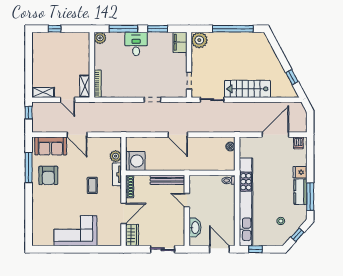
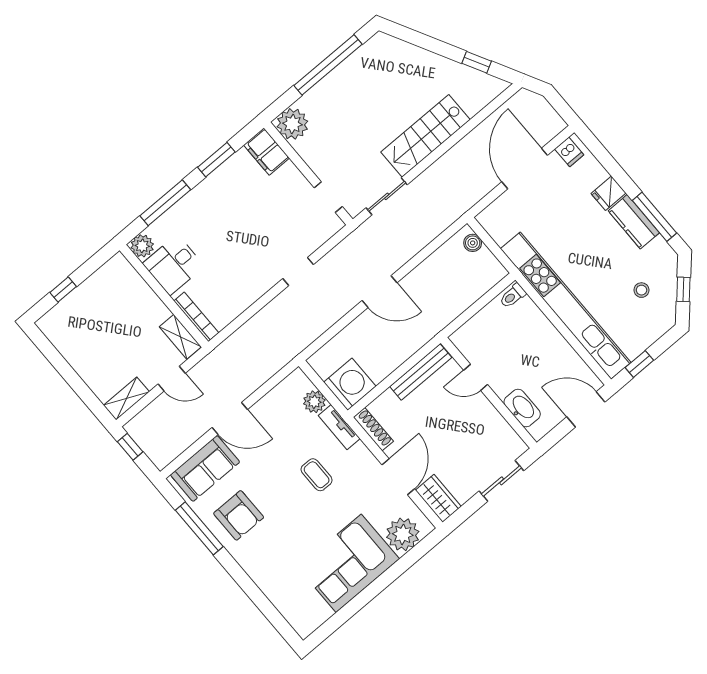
desk: (136, 44) -> (174, 265), moved, turned -90
plant: (106, 237) -> (403, 534), added

